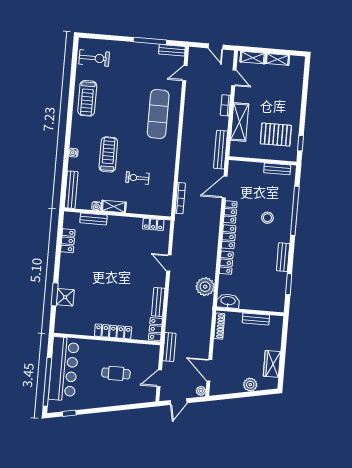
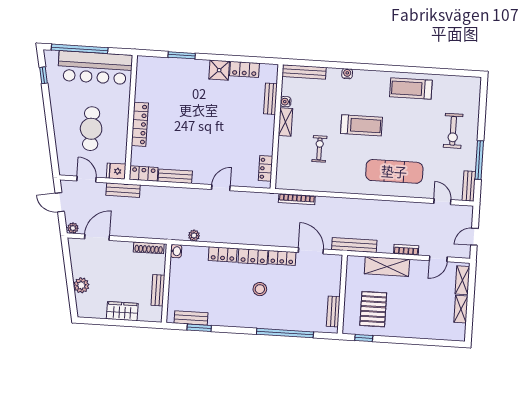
exercise bike: (94, 58) -> (453, 131), moved
treadmill: (108, 154) -> (361, 125), moved
stool: (267, 218) -> (260, 289), moved
bench: (283, 257) -> (191, 318), moved
plant: (205, 287) -> (194, 235), width x0.53, depth x0.53
shower: (65, 297) -> (219, 70), moved
washbasin: (228, 301) -> (176, 251), width x0.52, depth x0.69
fridge: (153, 353) -> (116, 171), added
wardrobe: (272, 364) -> (122, 311), moved
cafe table: (116, 373) -> (91, 129), width x1.37, depth x1.35

